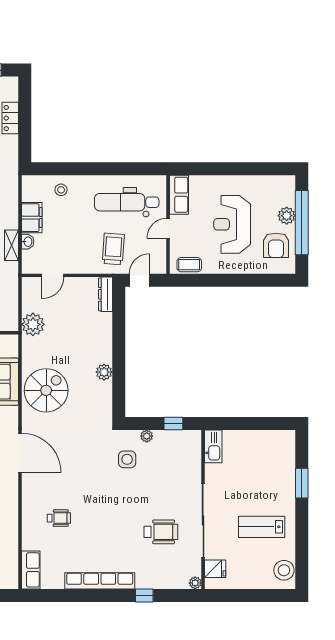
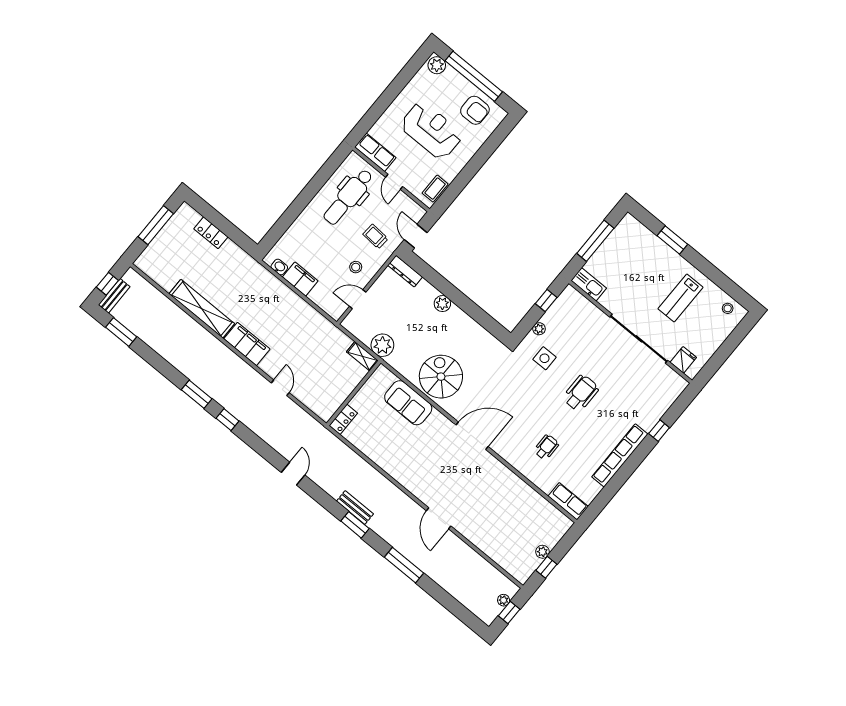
stool: (61, 190) -> (356, 267), moved
plant: (287, 216) -> (437, 65), moved
reception desk: (232, 224) -> (431, 130), turned 180
washbasin: (28, 242) -> (279, 267), moved
shelving: (11, 245) -> (362, 356), moved
trolley: (113, 249) -> (375, 236), width x0.73, depth x0.72
door: (53, 275) -> (358, 299), swing flipped
plant: (104, 372) -> (442, 304), moved
window: (252, 423) -> (595, 241), added
wheelchair: (161, 532) -> (581, 393), moved
stool: (284, 570) -> (728, 308), width x0.53, depth x0.53
plant: (195, 583) -> (681, 384), removed

